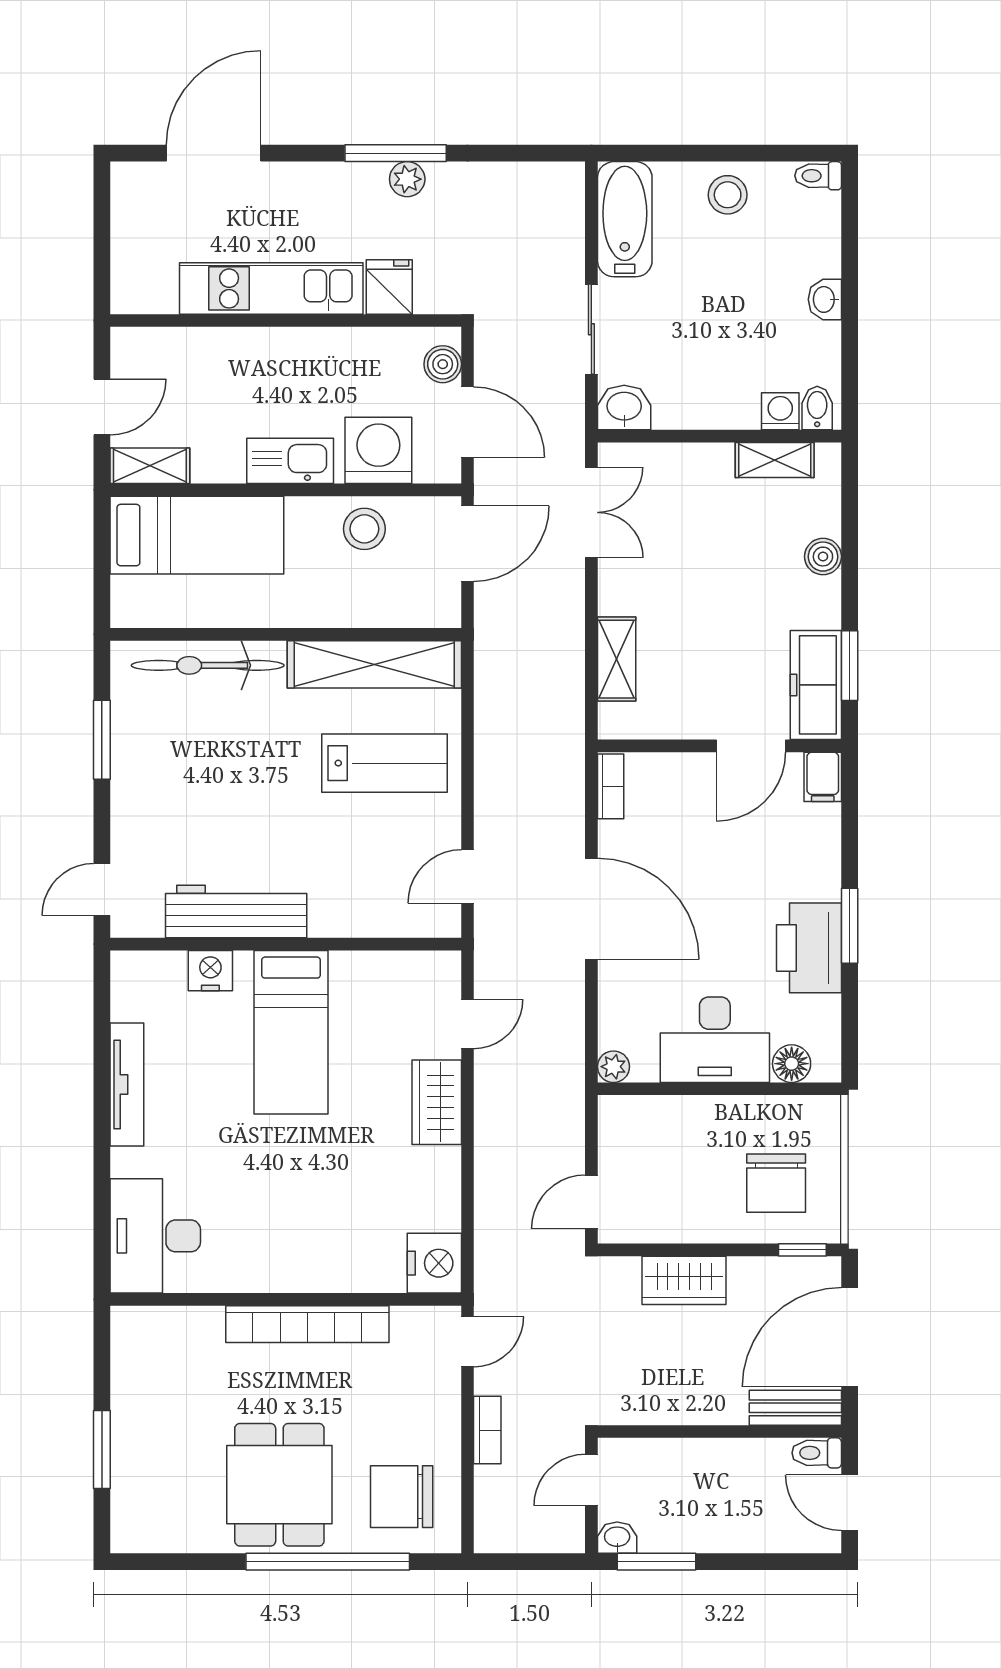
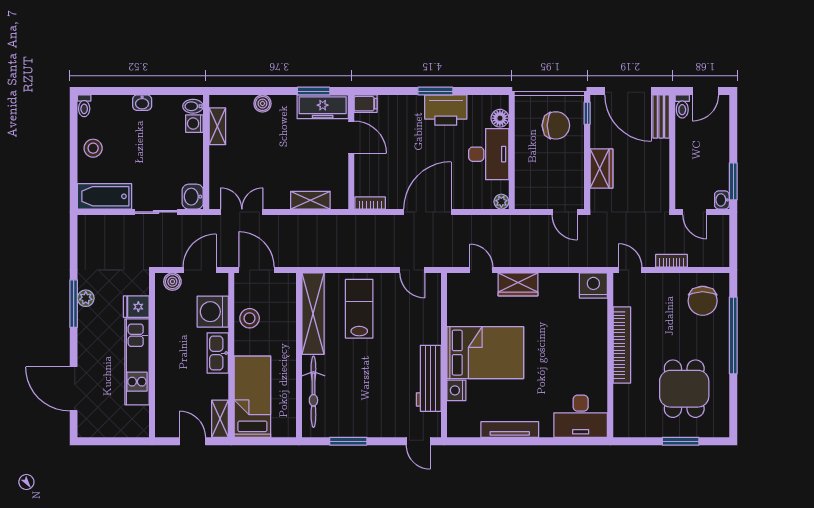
bed: (291, 1032) -> (485, 353), width x1.50
dining table: (279, 1485) -> (684, 389), moved, turned 90

